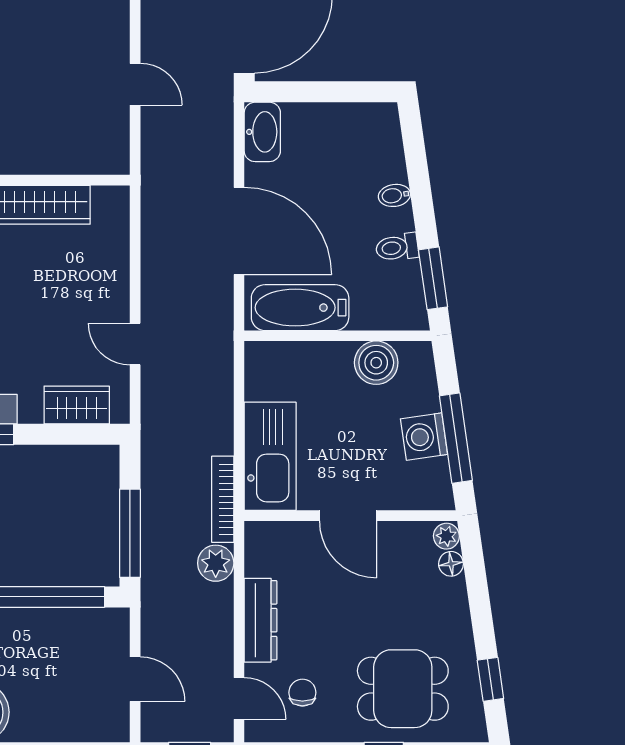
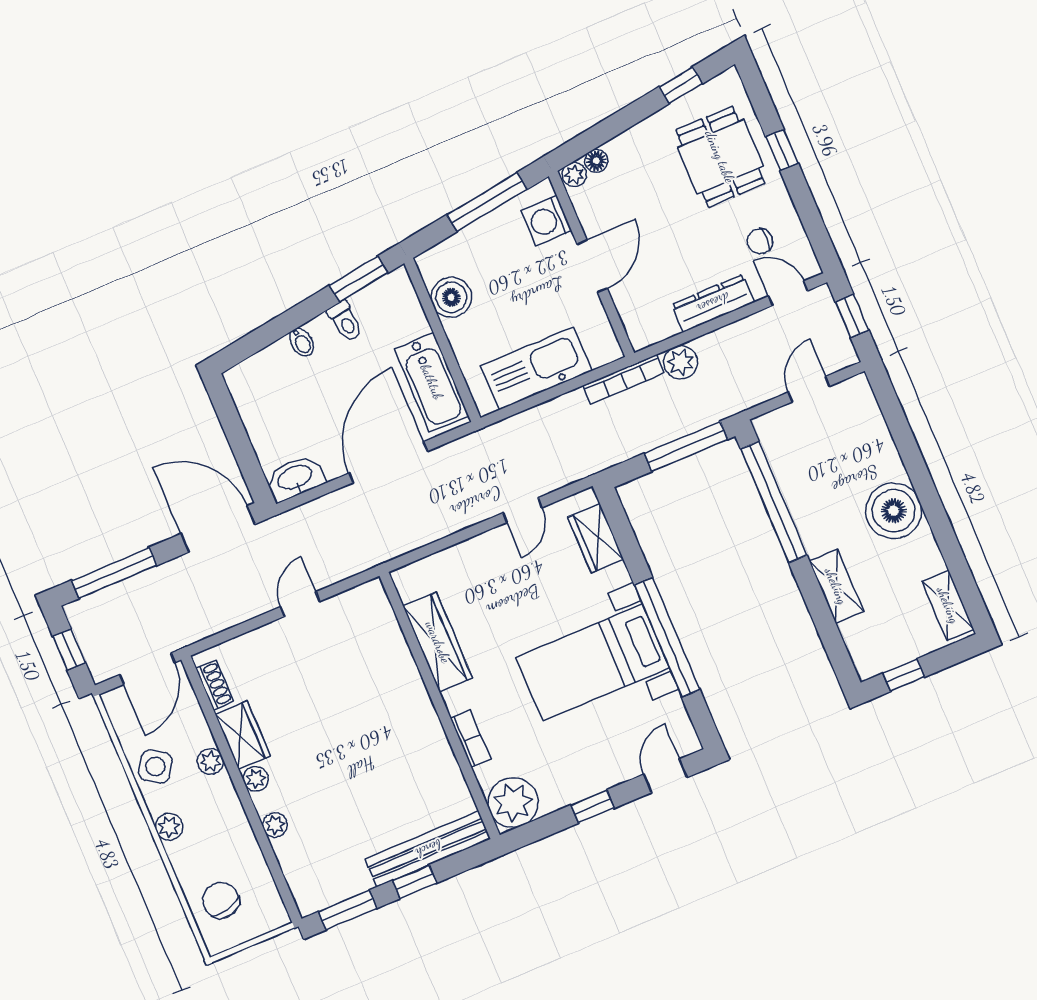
washing machine: (424, 437) -> (547, 221), moved, turned 98
kitchen sink: (270, 456) -> (536, 368), moved
door: (239, 698) -> (788, 293), hinge flipped

